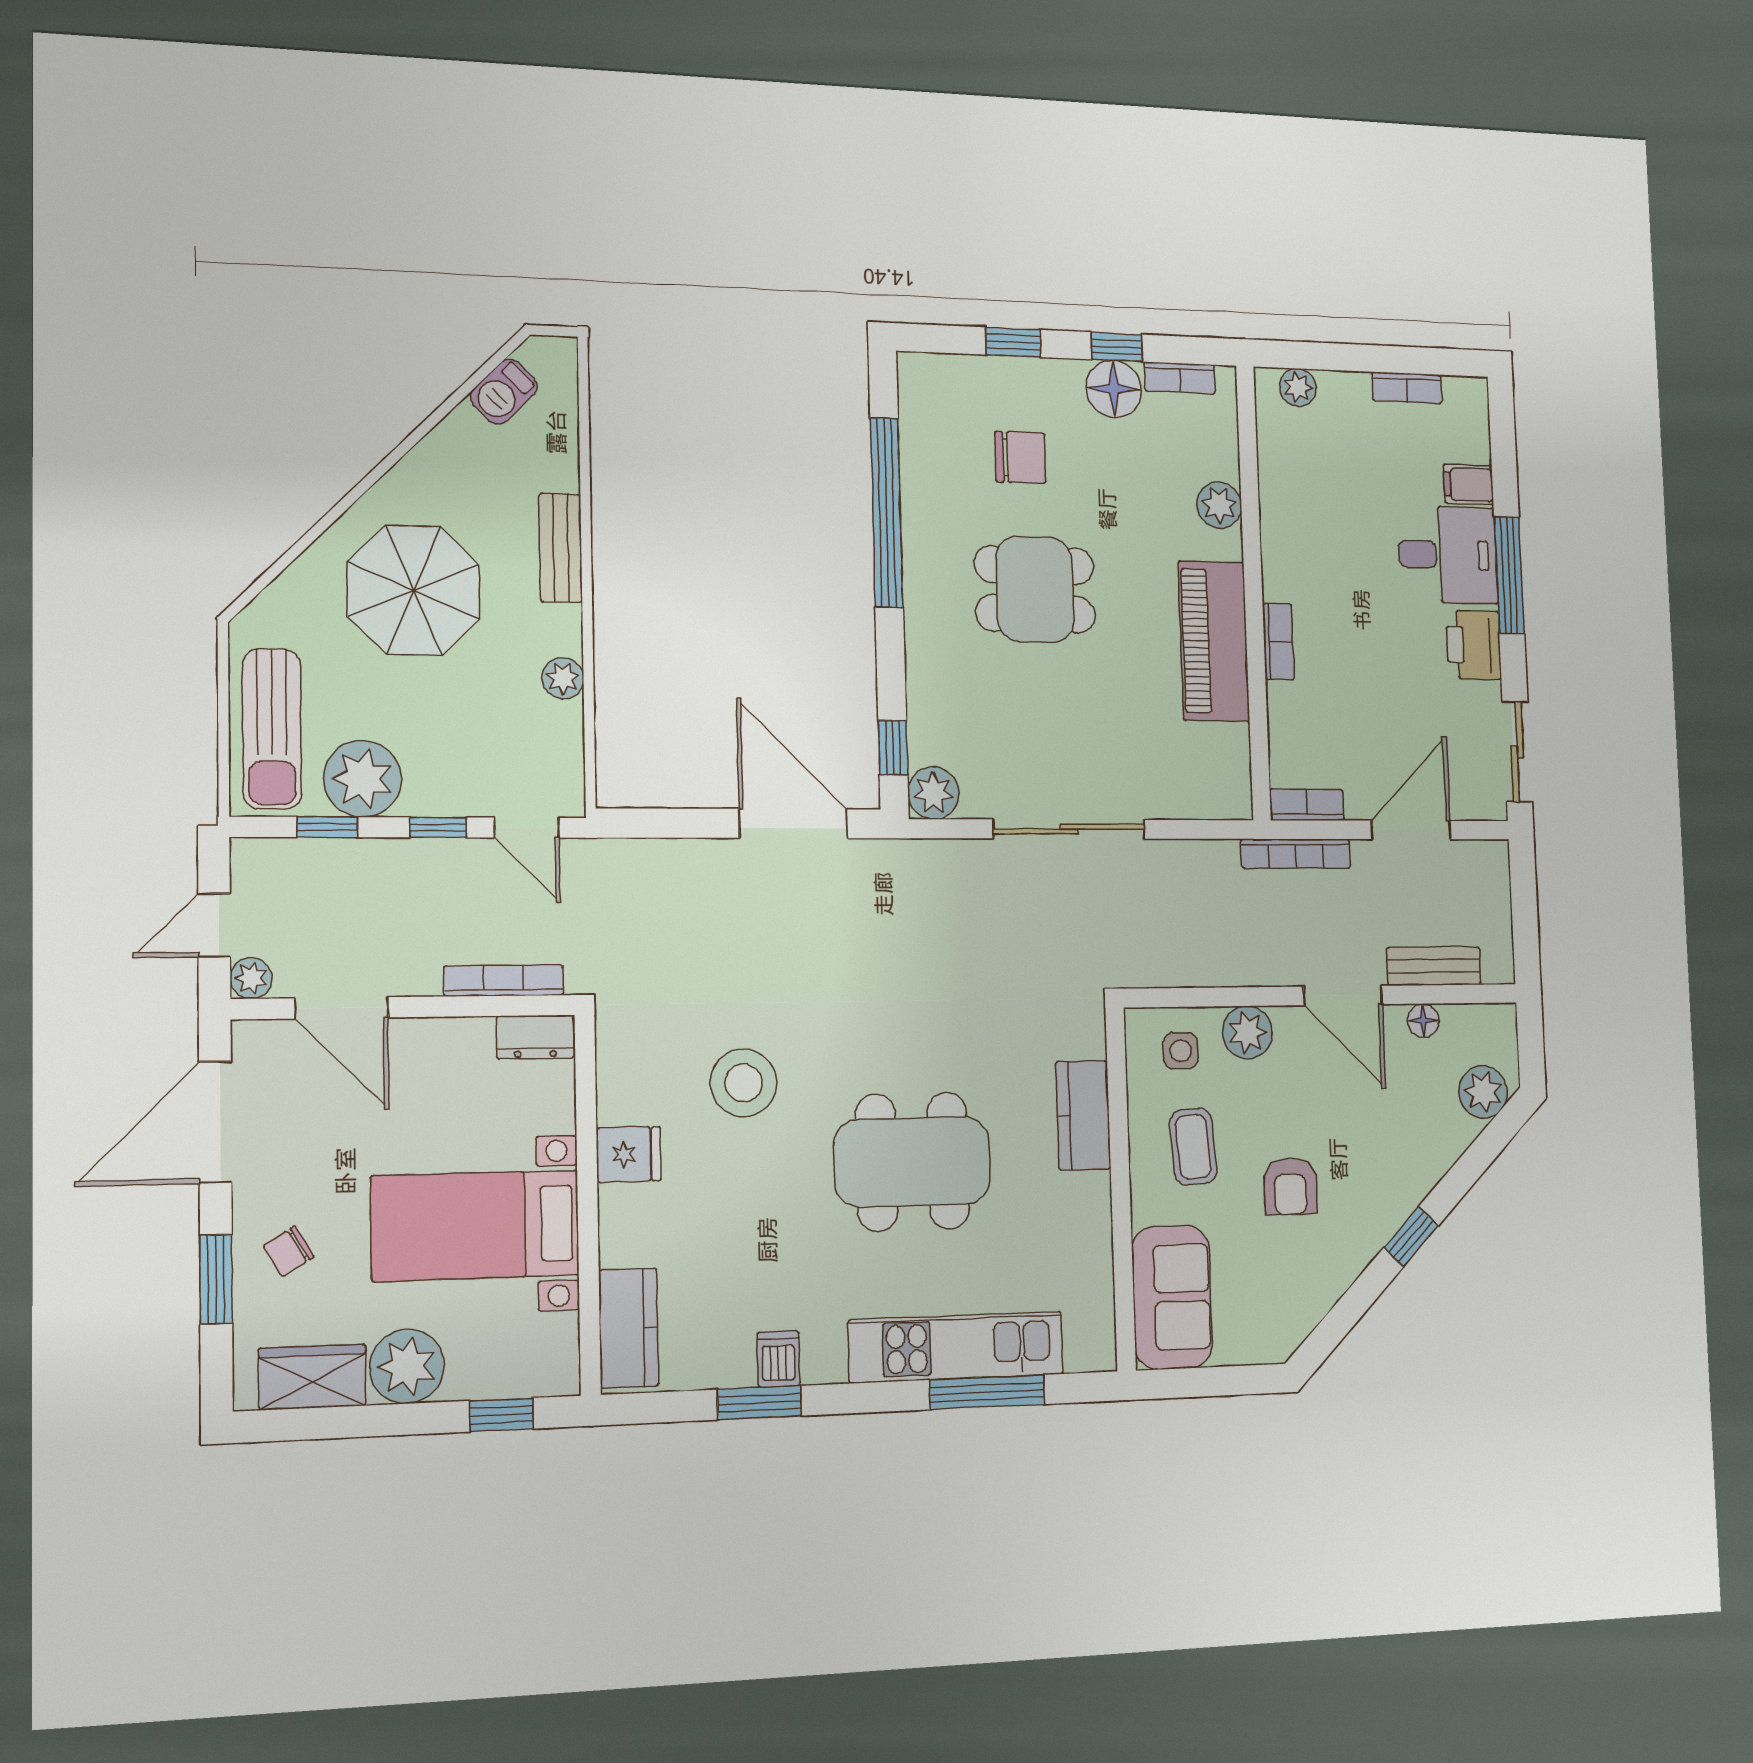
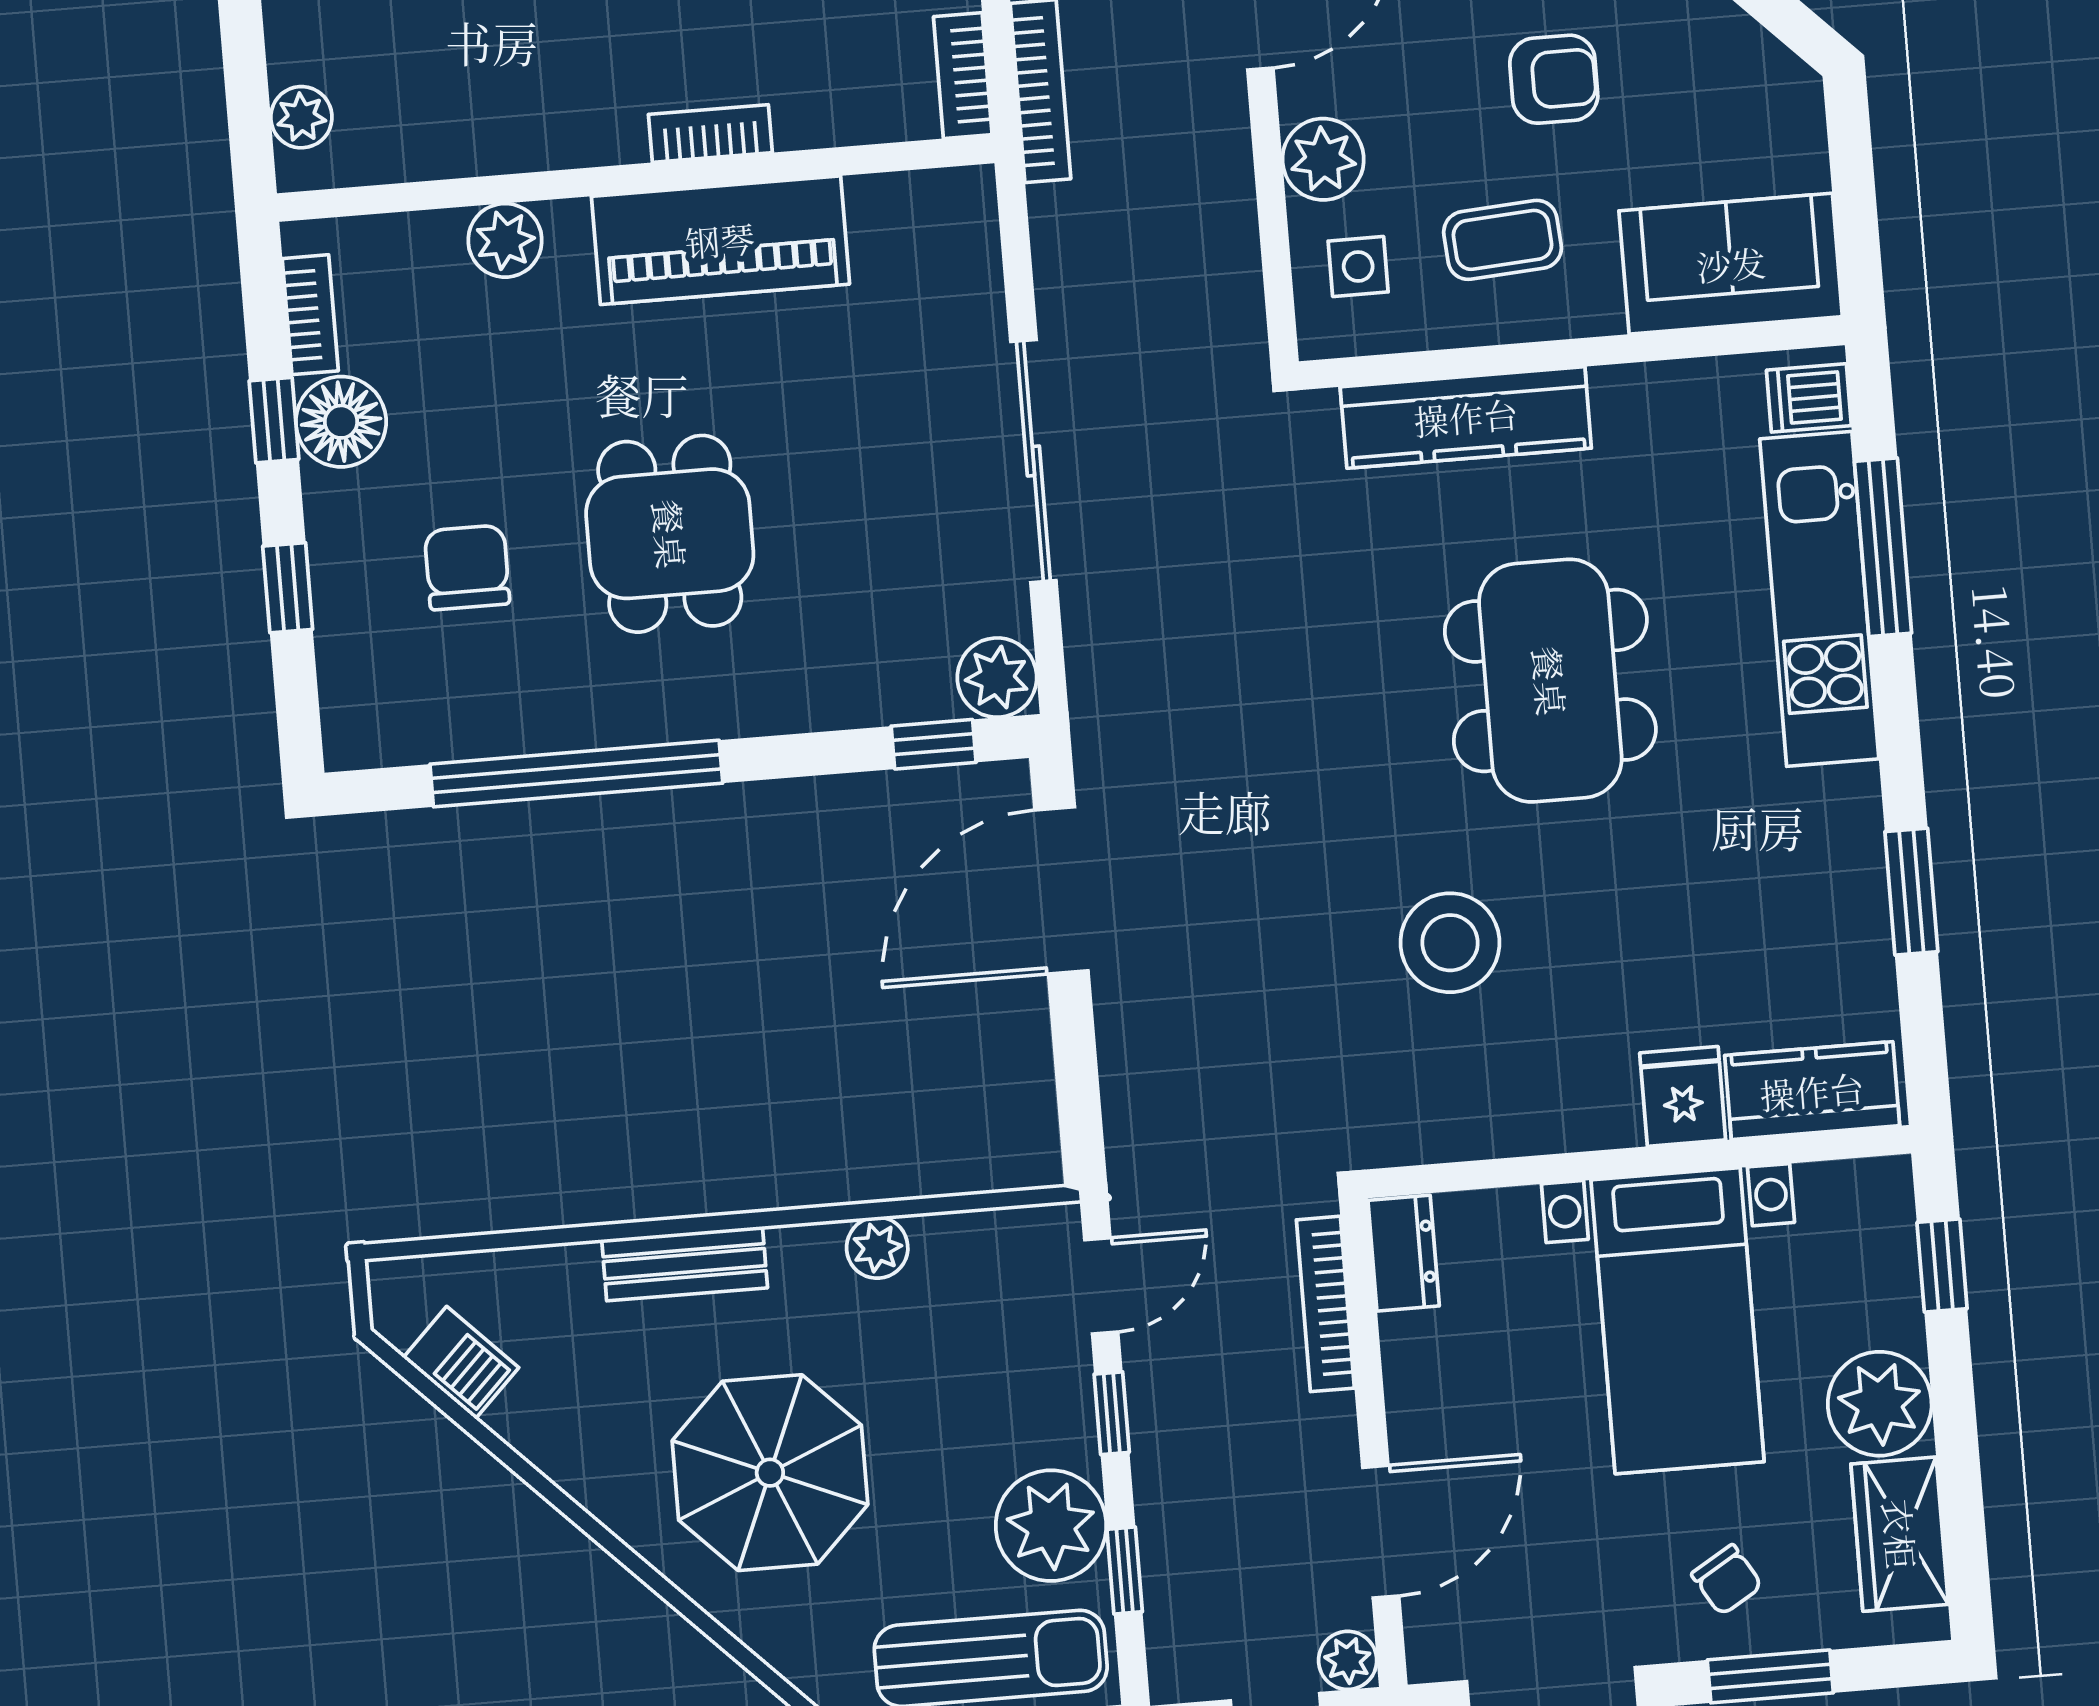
kitchen counter: (1083, 1115) -> (1466, 417), width x1.50
fridge: (629, 1154) -> (1683, 1096), moved
dishwasher: (778, 1359) -> (1809, 398), moved

